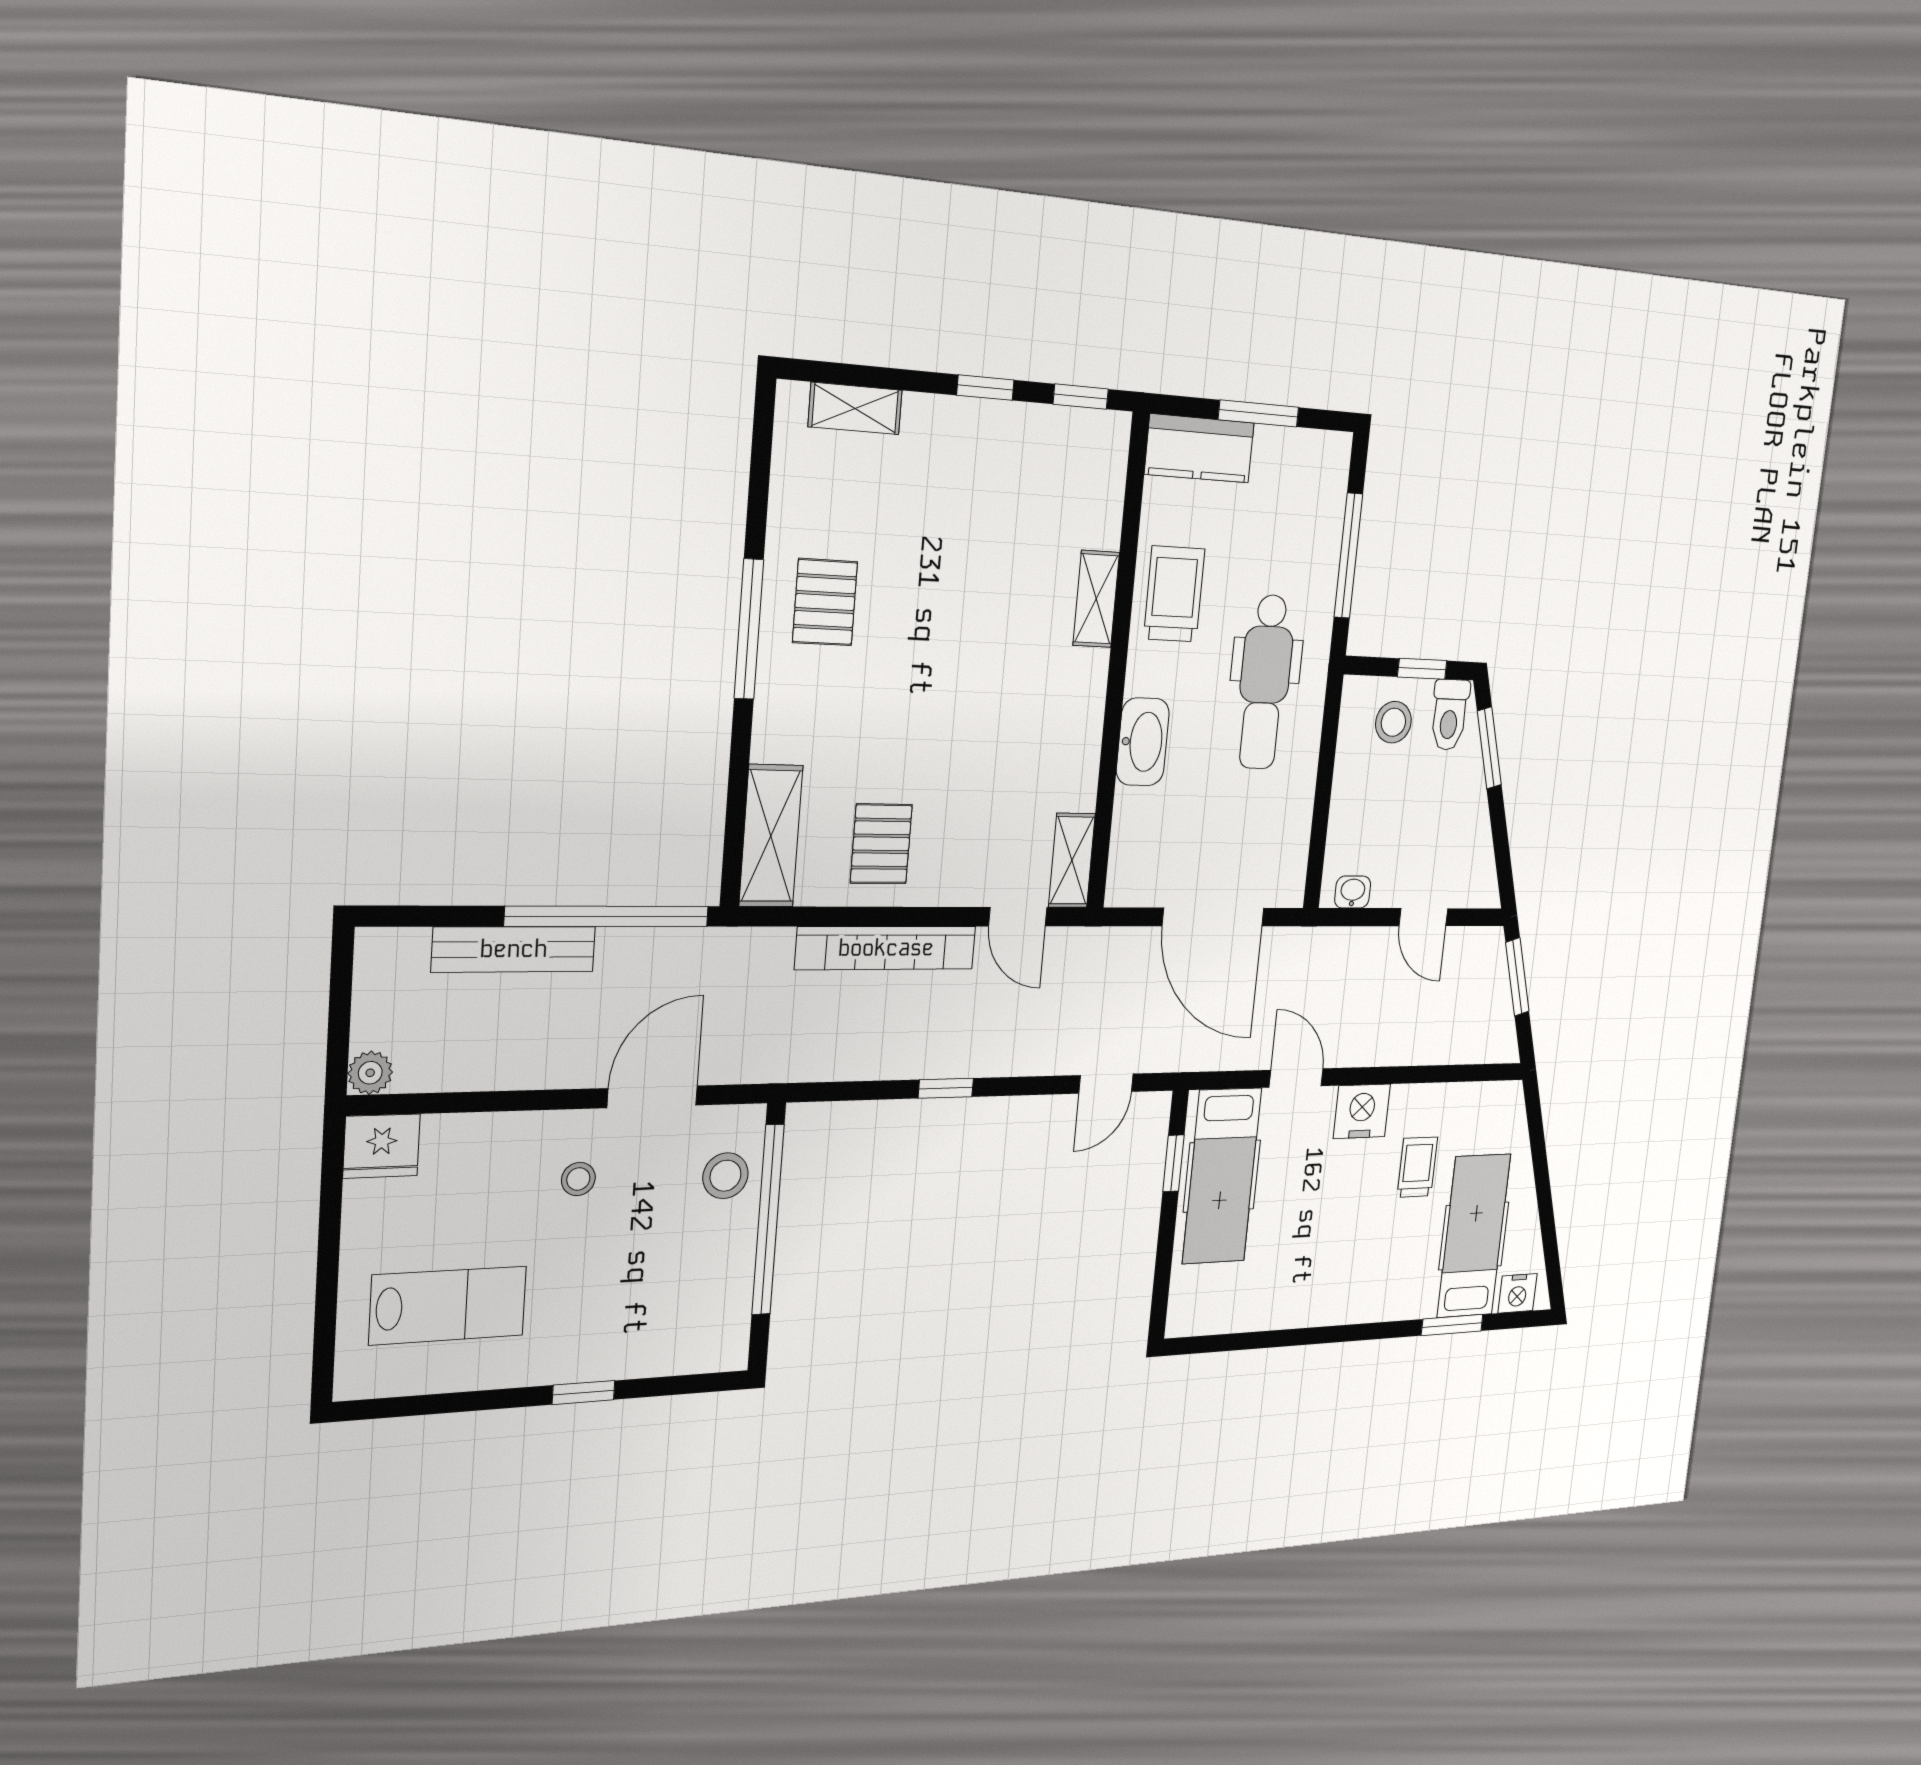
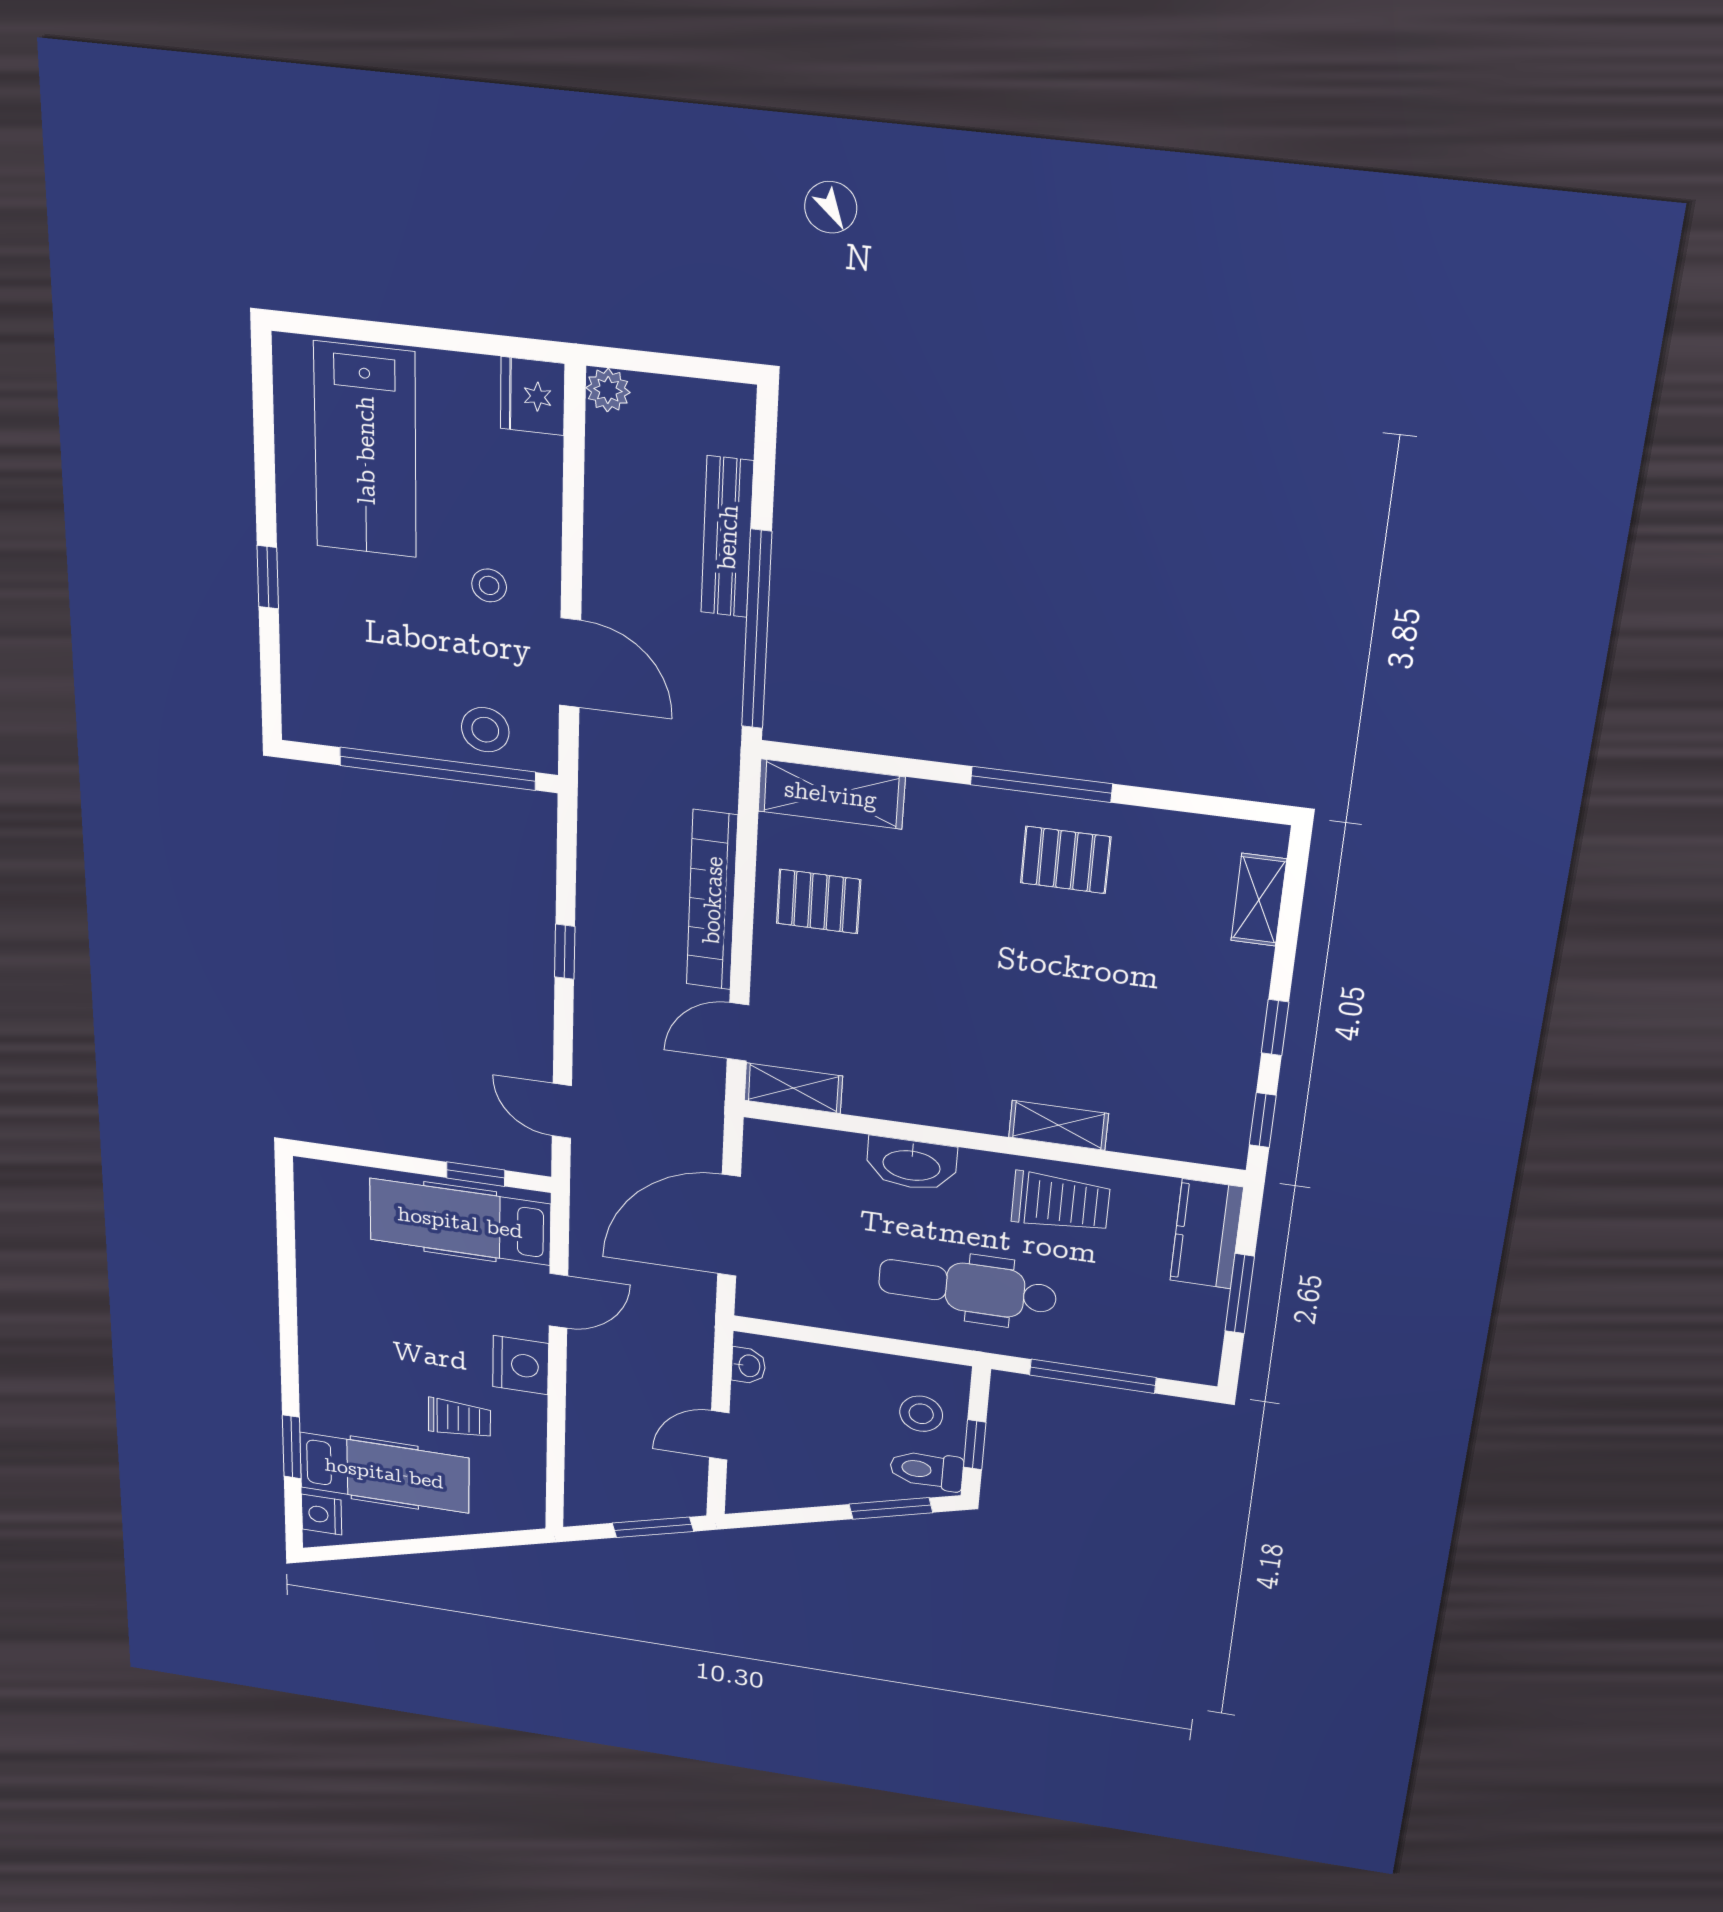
lab bench: (448, 1305) -> (365, 450), width x1.36, depth x1.39

